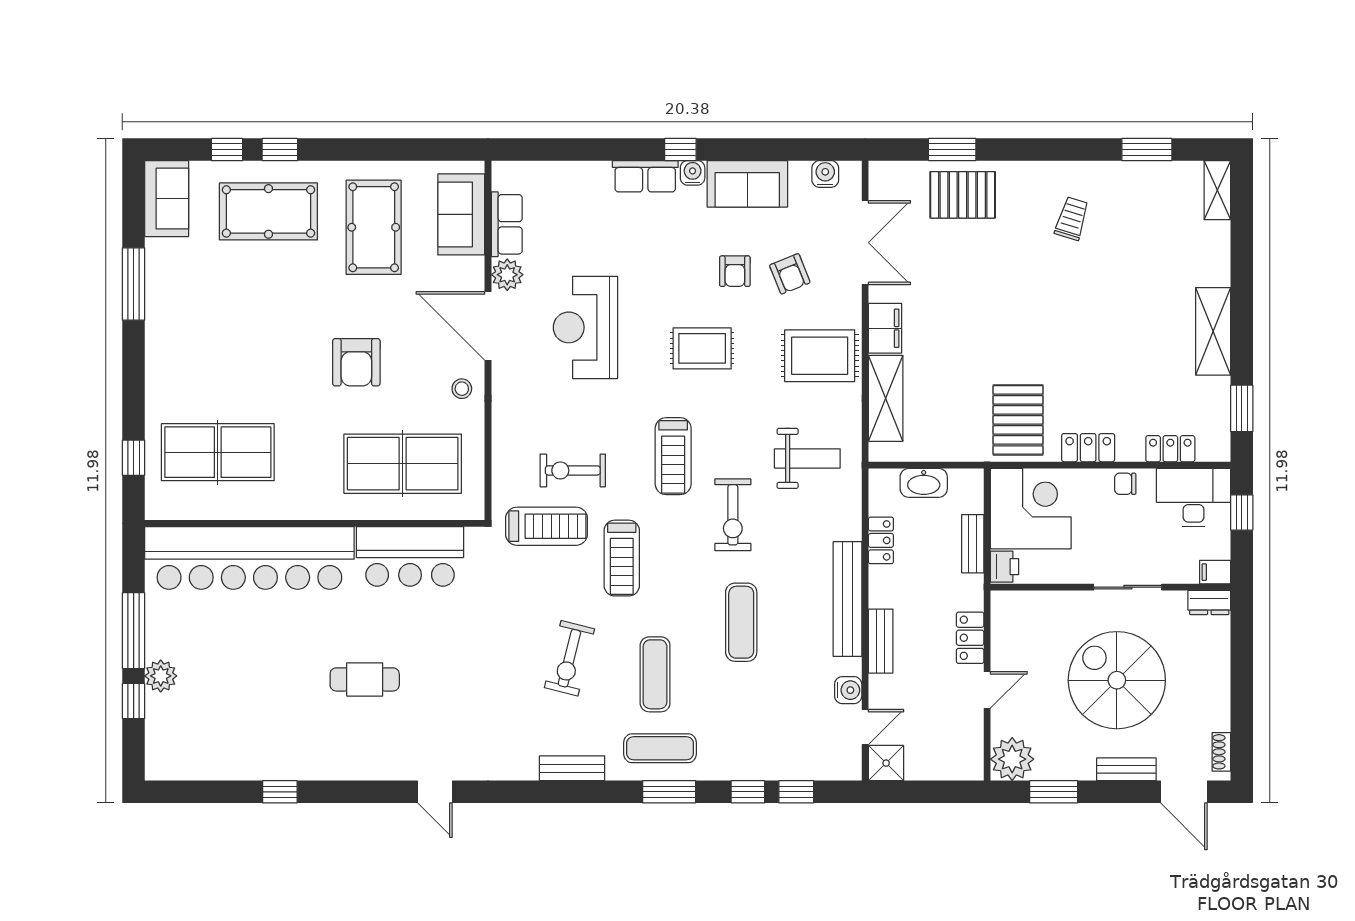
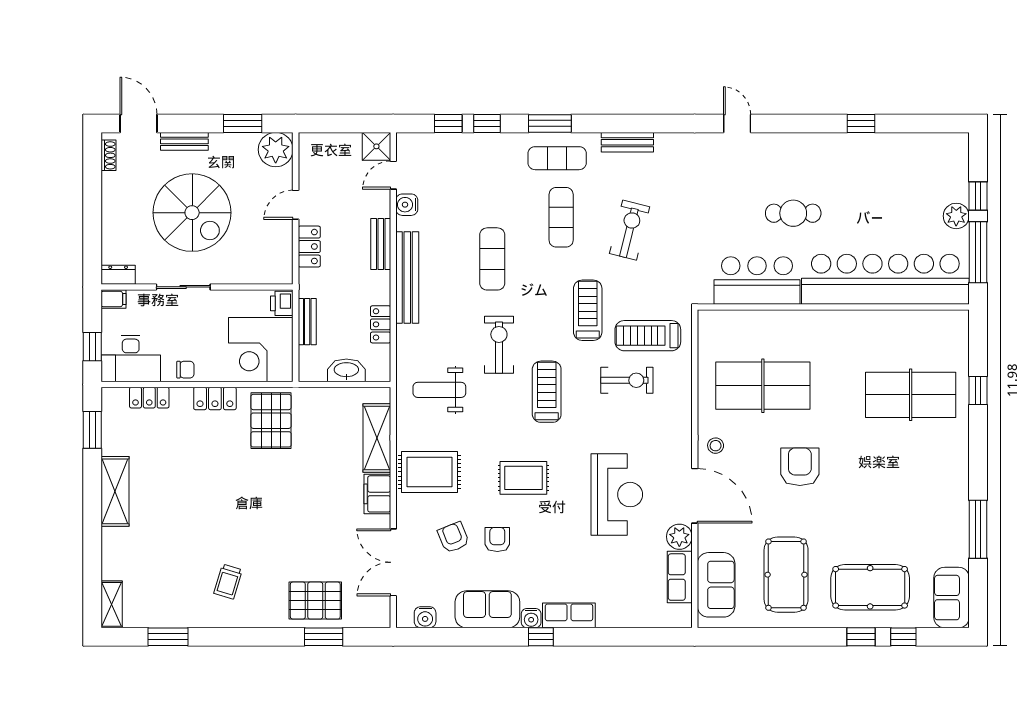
wall: (315, 523) -> (833, 307), moved
bar counter: (410, 556) -> (757, 281), moved
bar counter: (249, 558) -> (885, 279), moved

